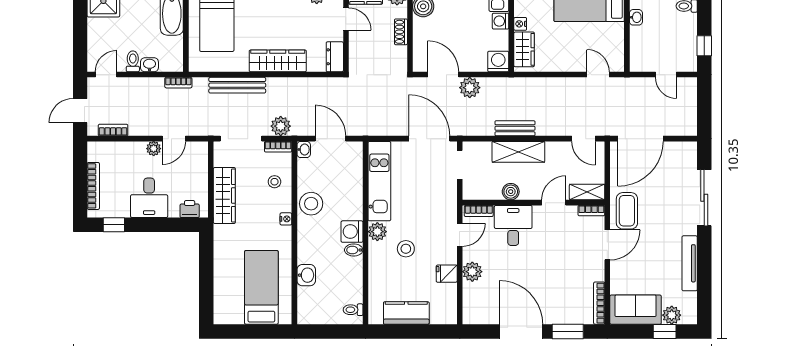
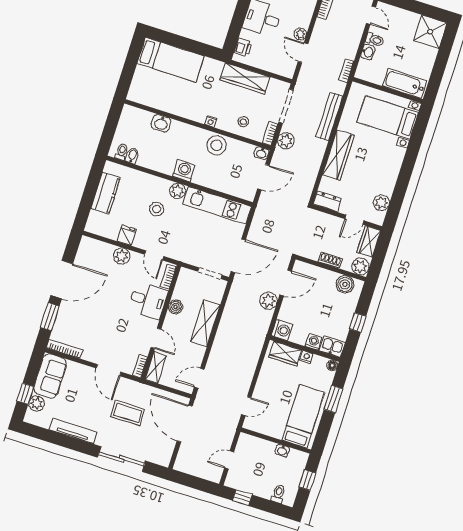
bench: (515, 128) -> (225, 326), removed
coffee table: (627, 211) -> (128, 413), moved
bidet: (354, 250) -> (132, 156), moved
bed: (261, 287) -> (171, 60), moved

